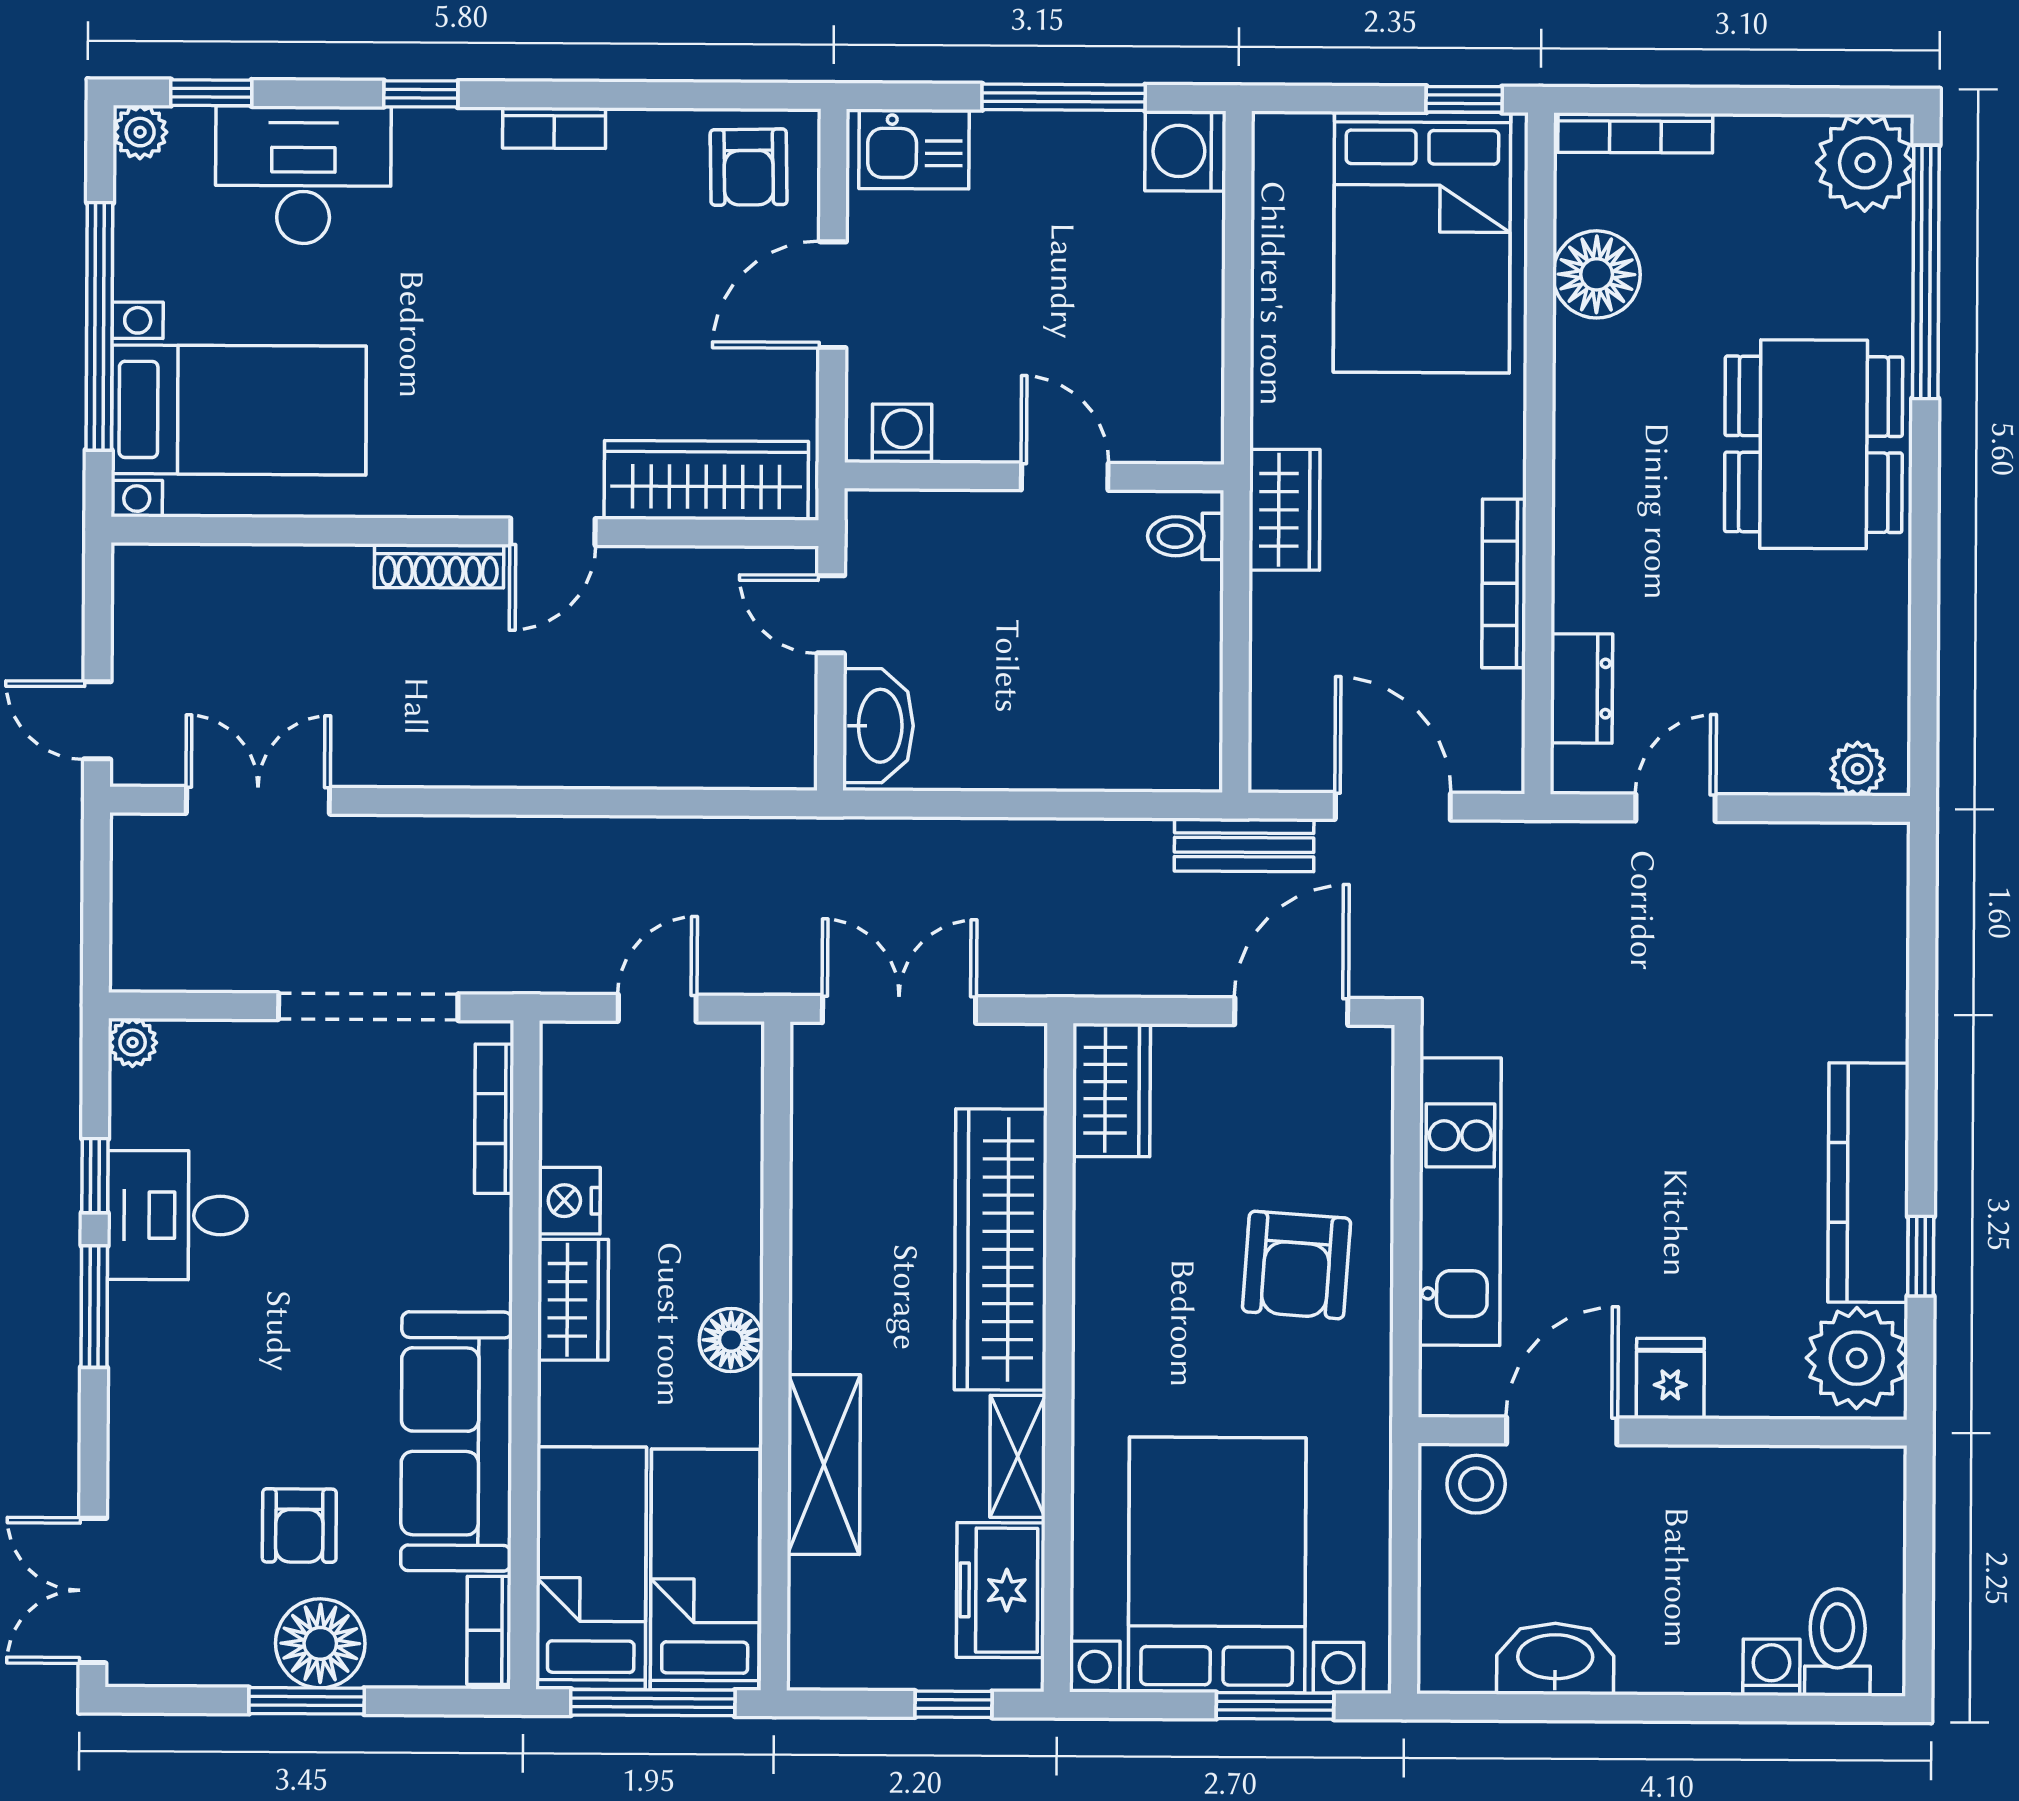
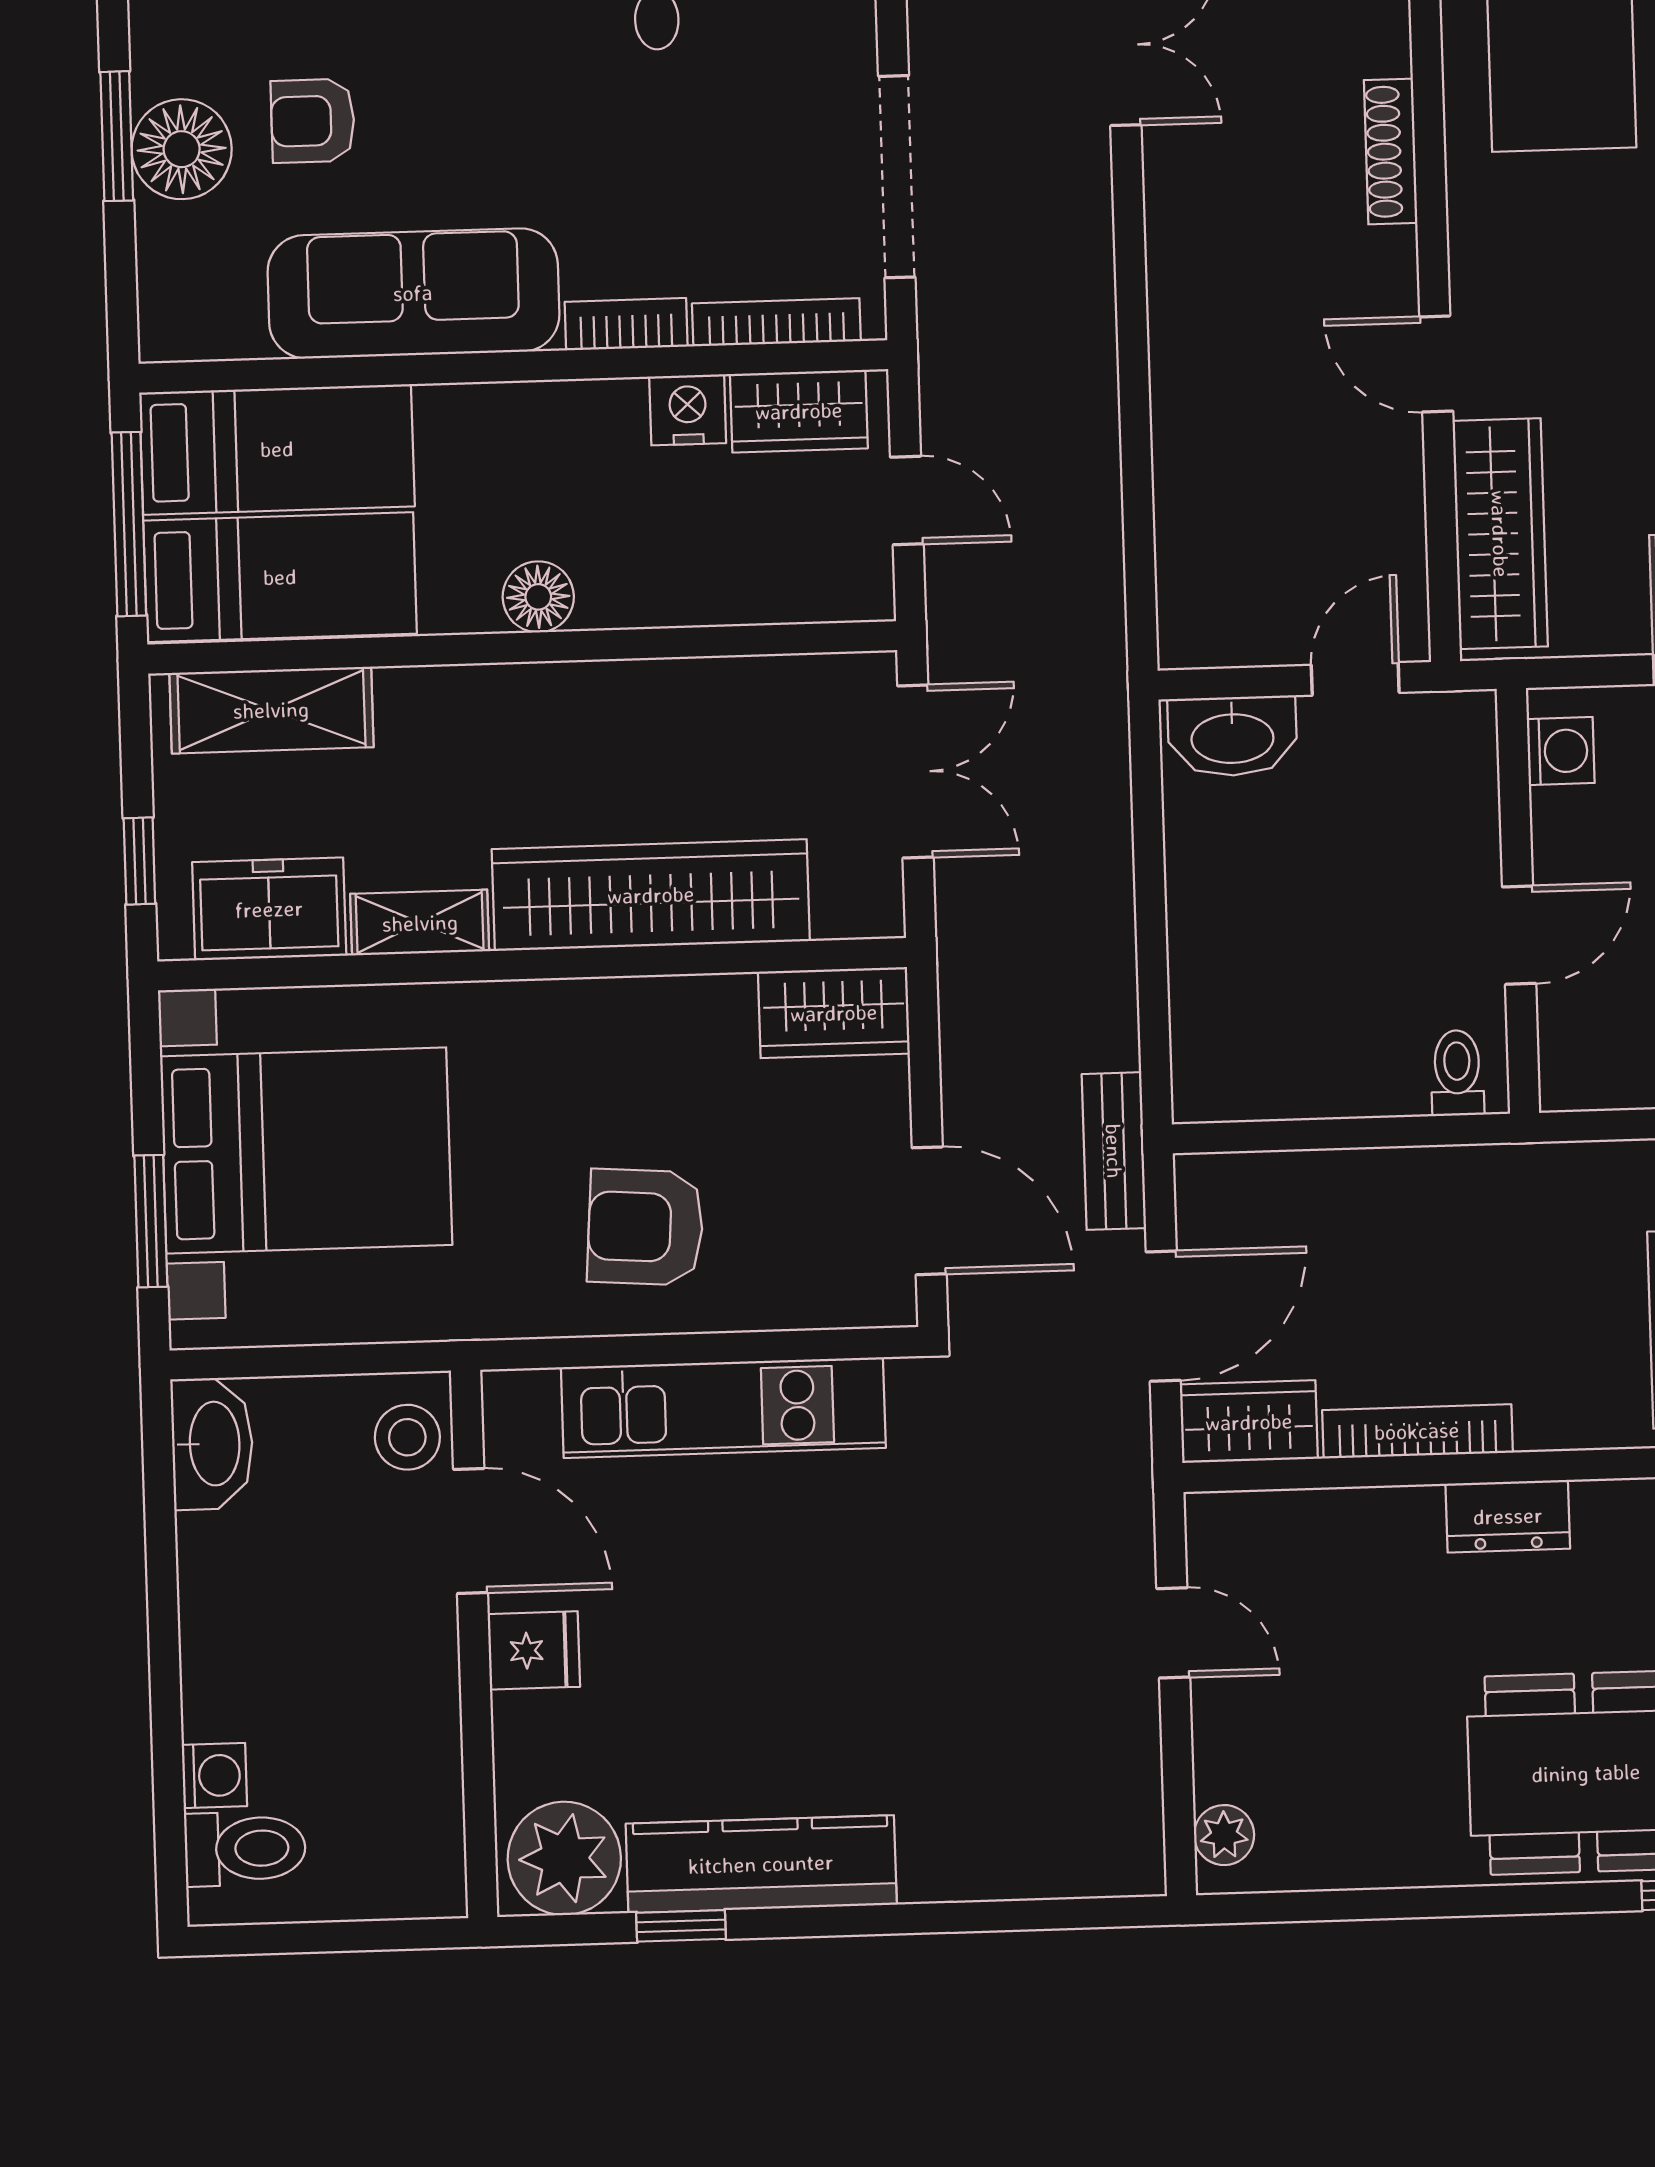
wardrobe: (1285, 510) -> (1249, 1422), moved, turned 180
shoe rack: (439, 566) -> (1391, 152), moved
dresser: (1581, 688) -> (1508, 1516), moved
wardrobe: (573, 1300) -> (799, 411), moved
shelving: (824, 1464) -> (271, 710), moved
bookcase: (489, 1630) -> (626, 324), moved
washbasin: (1555, 1659) -> (212, 1444), moved

